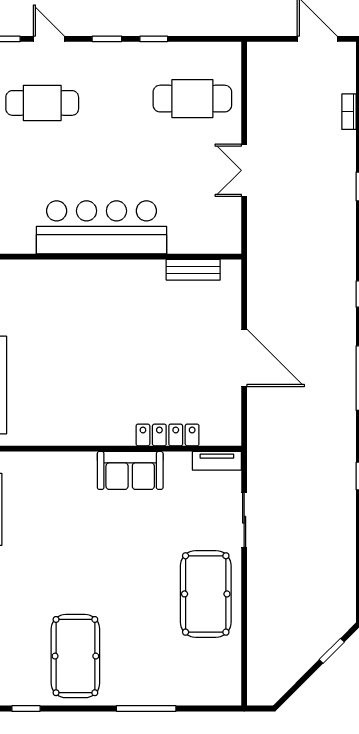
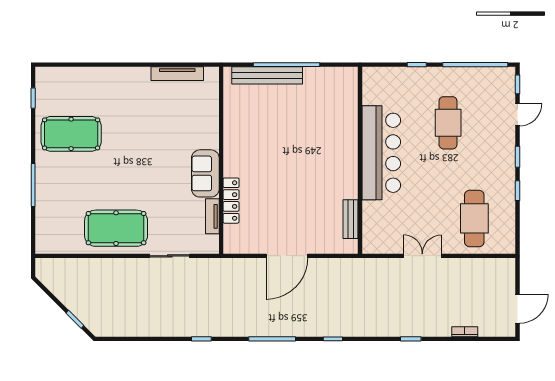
cafe table: (42, 103) -> (448, 123), moved
tv unit: (217, 461) -> (212, 216), moved

